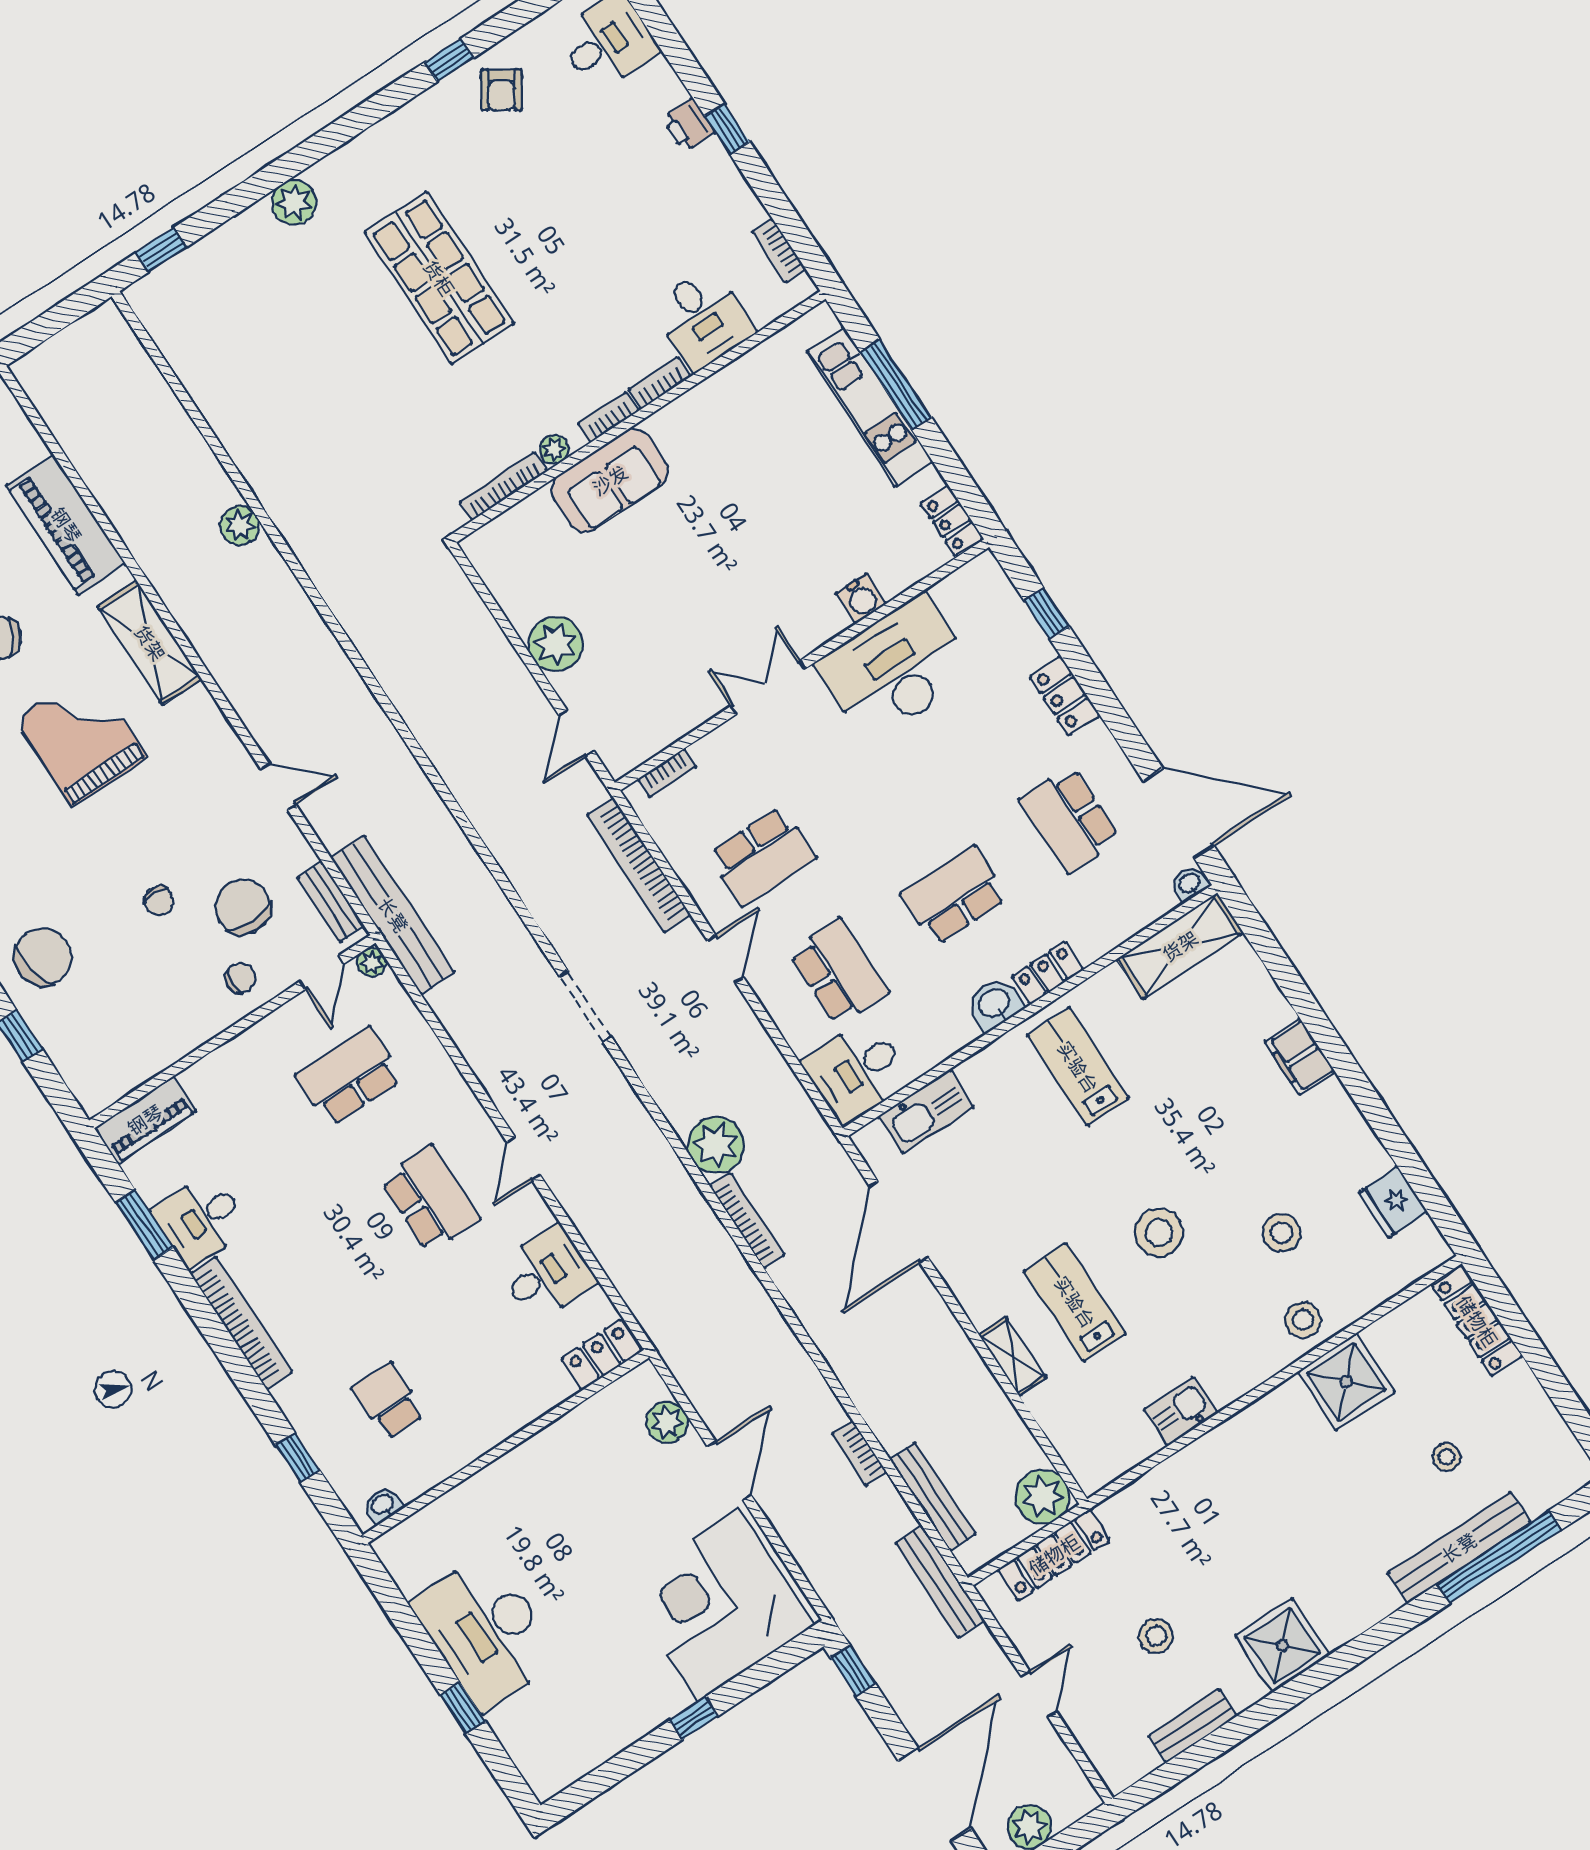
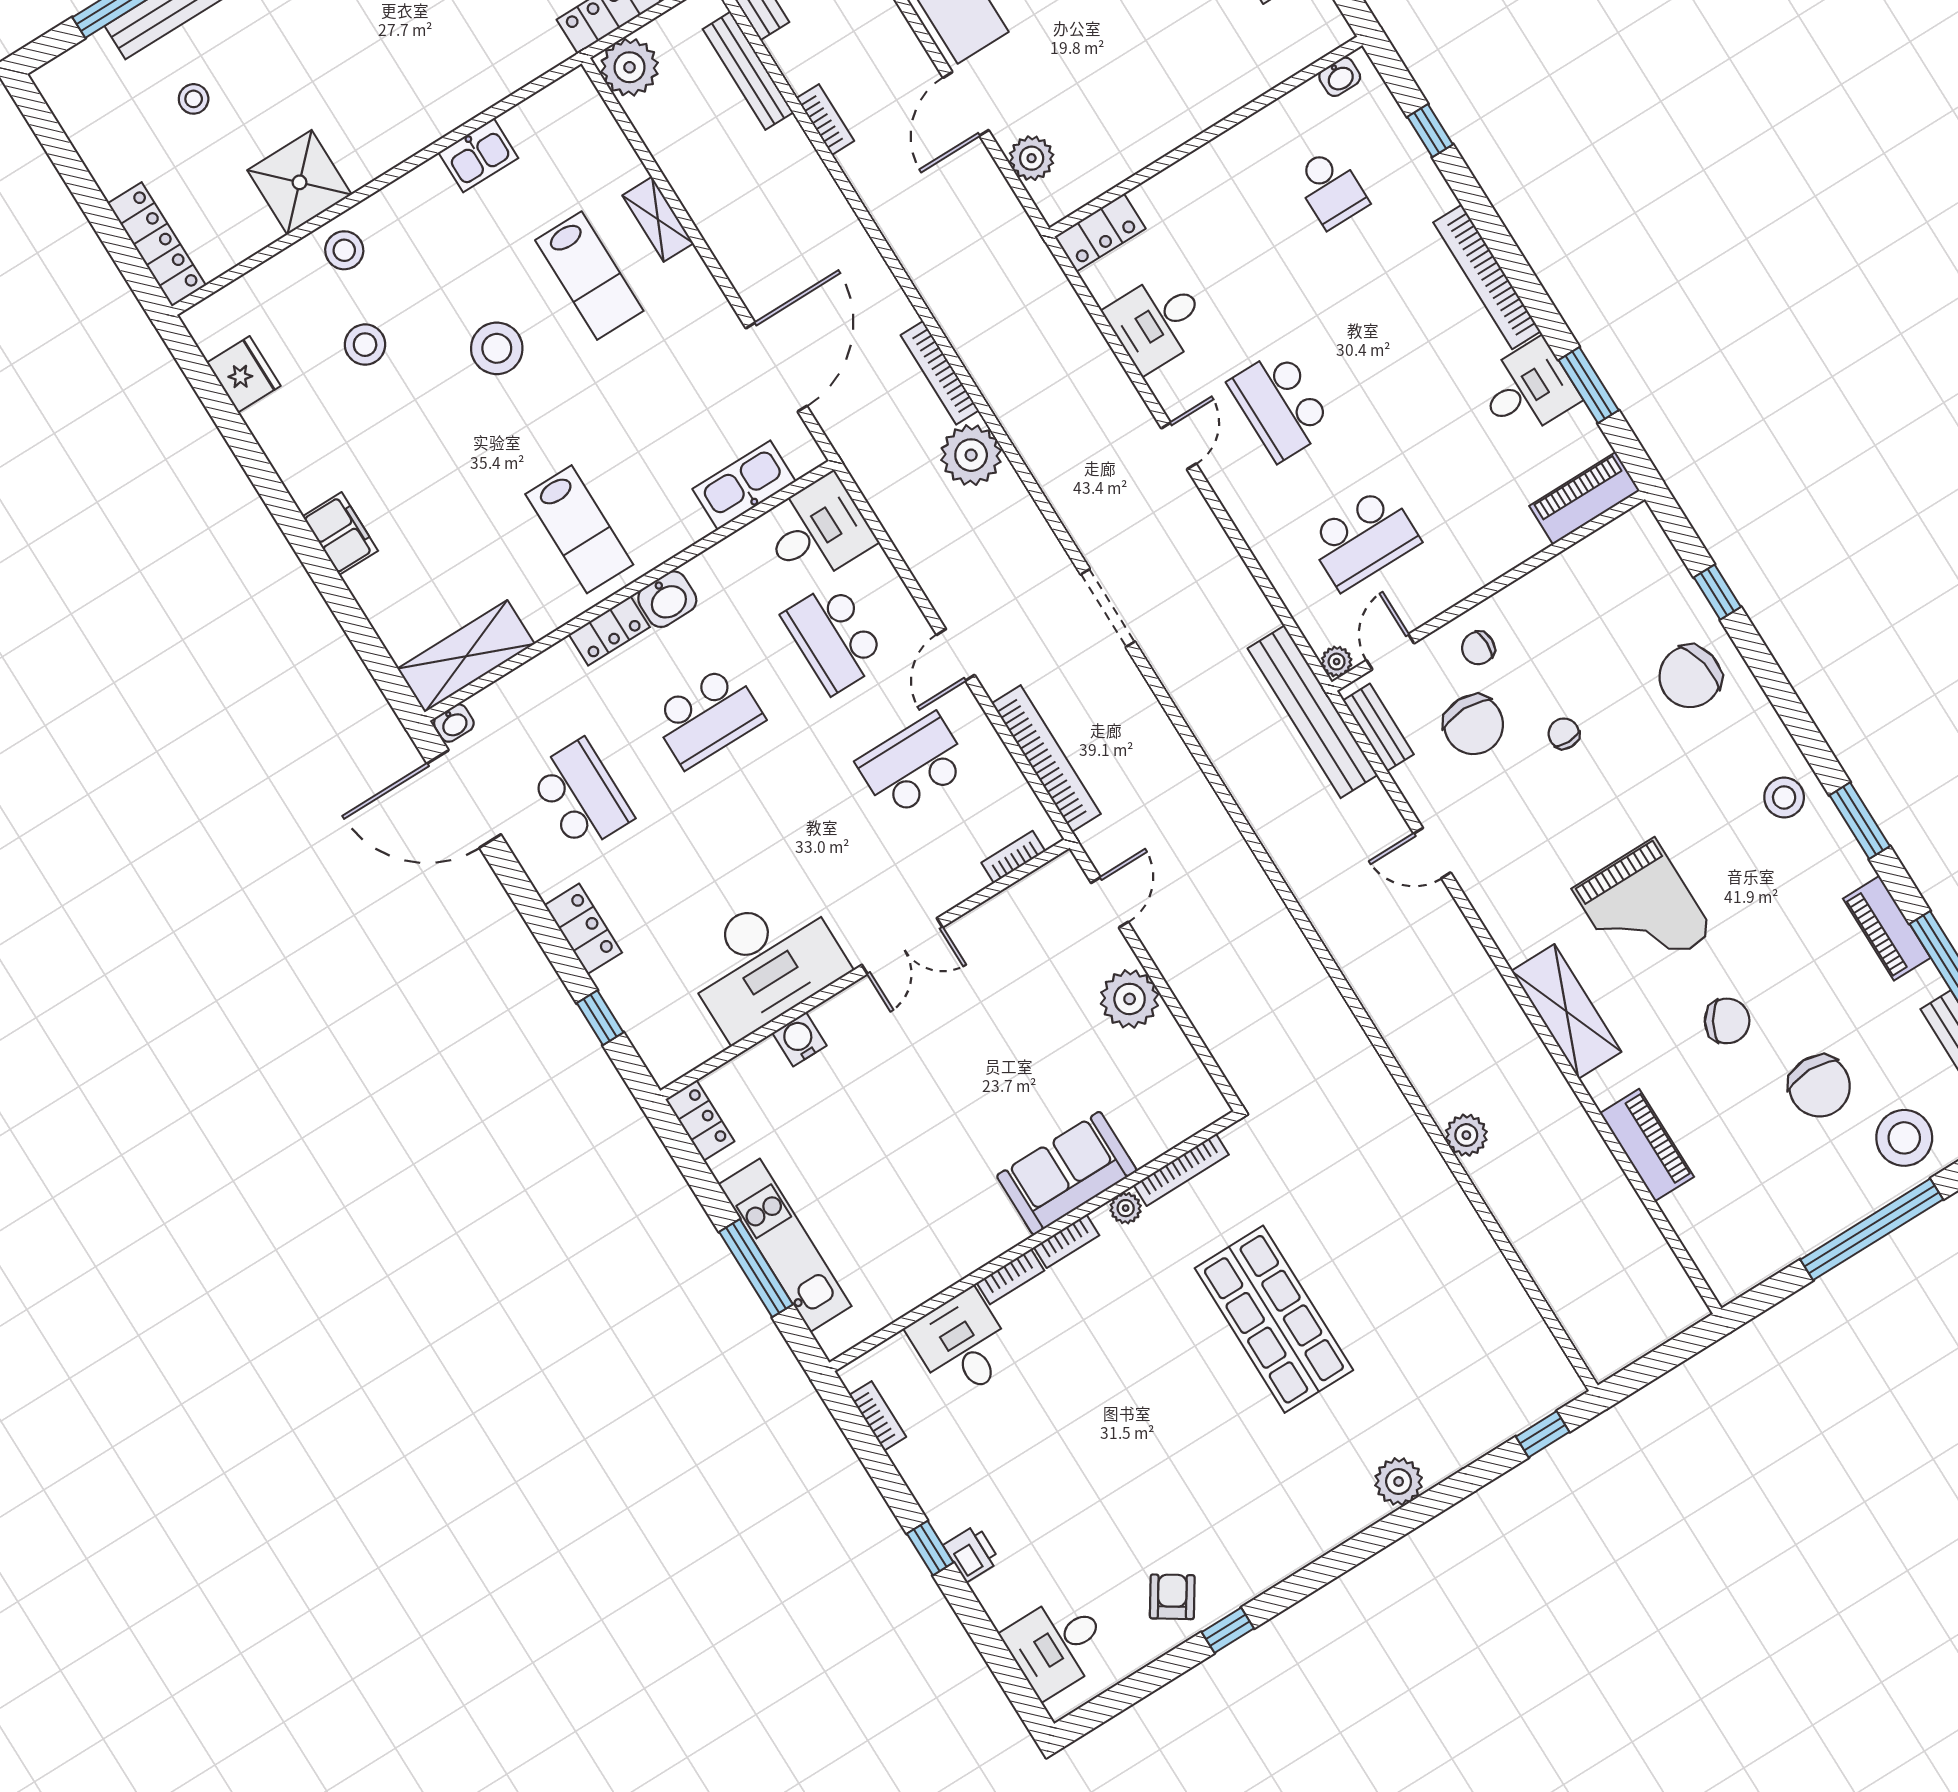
shop shelf: (439, 278) -> (1274, 1319), moved
piano: (66, 525) -> (1647, 1145), width x0.73, depth x0.75

